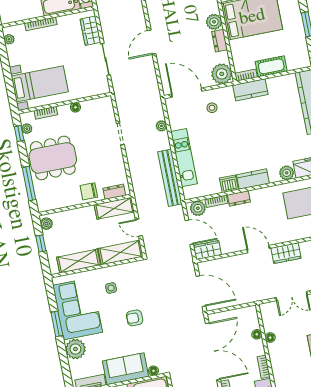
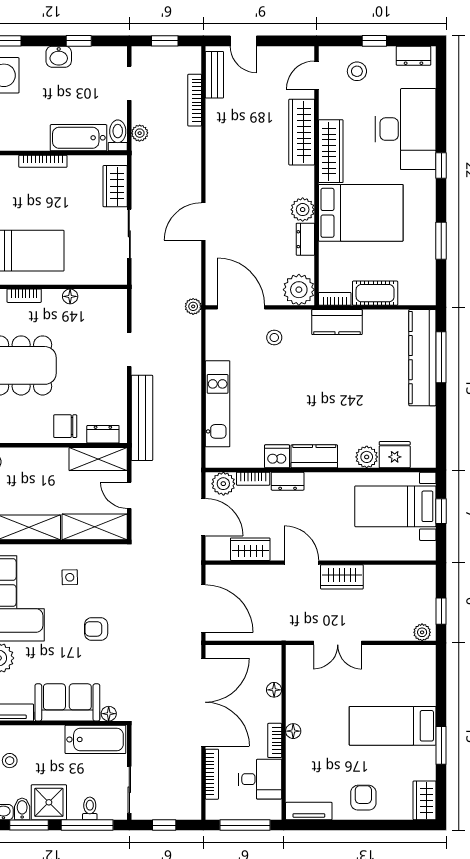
plant: (161, 126) -> (193, 306), moved
bench: (170, 178) -> (142, 418), moved
wardrobe: (207, 250) -> (250, 549), moved
floor lamp: (270, 338) -> (293, 731), moved

